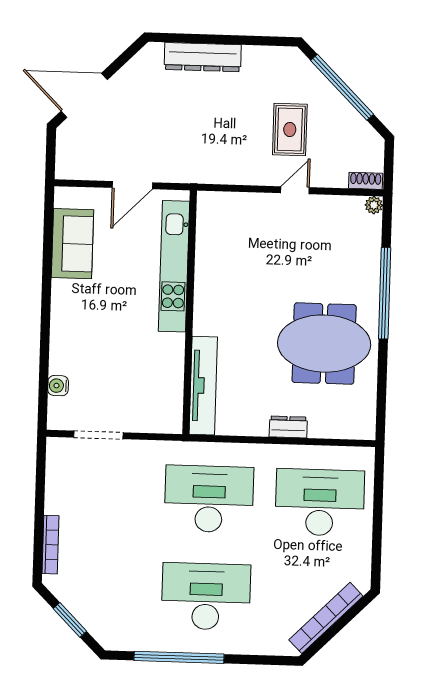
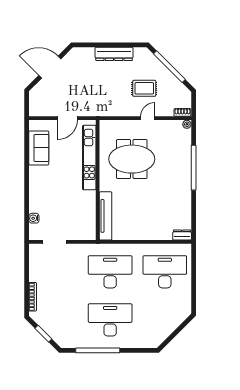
dresser: (203, 57) -> (114, 54), moved
door: (84, 95) -> (50, 67), moved
rug: (290, 130) -> (144, 88), turned 90
meeting table: (324, 344) -> (132, 159), moved
dresser: (288, 427) -> (182, 235), moved
bookcase: (326, 618) -> (170, 329), removed

